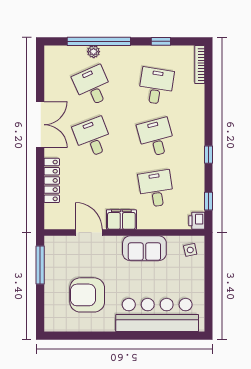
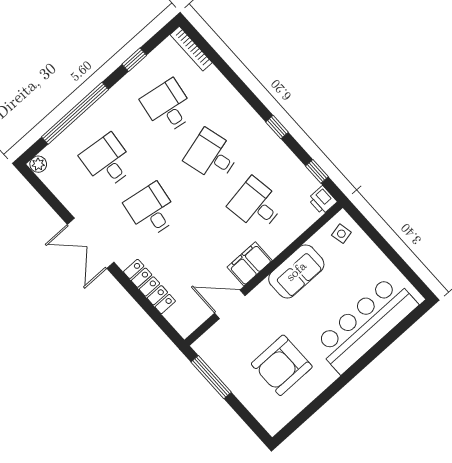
plant: (94, 52) -> (38, 164), moved
desk: (93, 86) -> (107, 161), turned 30
double door: (40, 125) -> (91, 243), swing flipped
desk: (93, 137) -> (152, 210), turned 30

